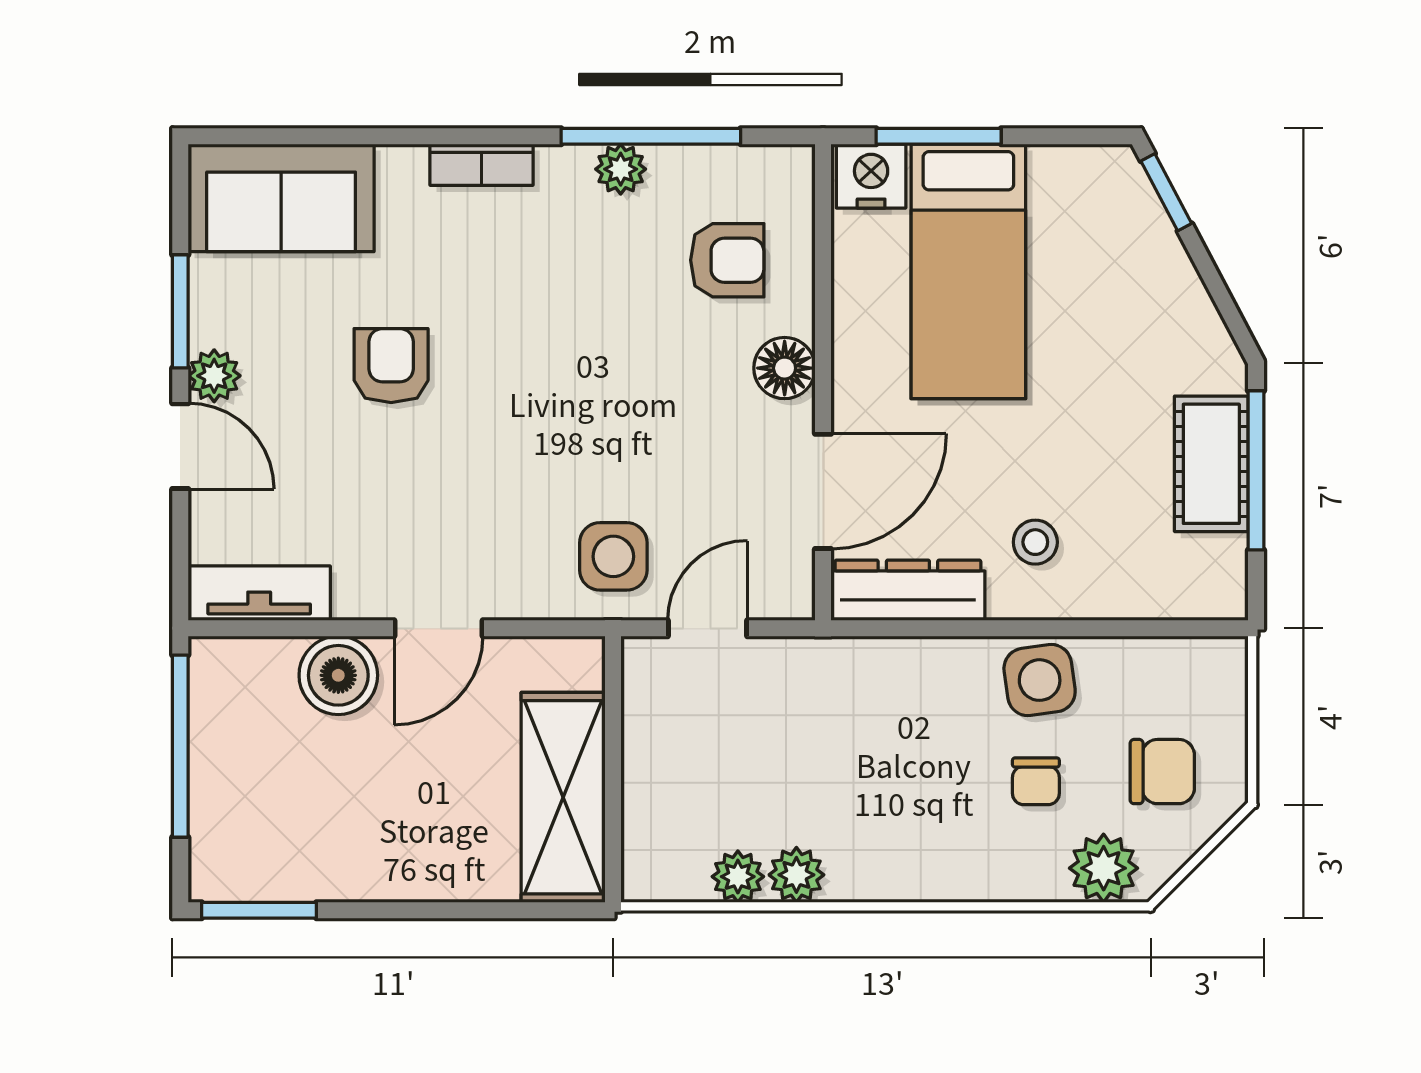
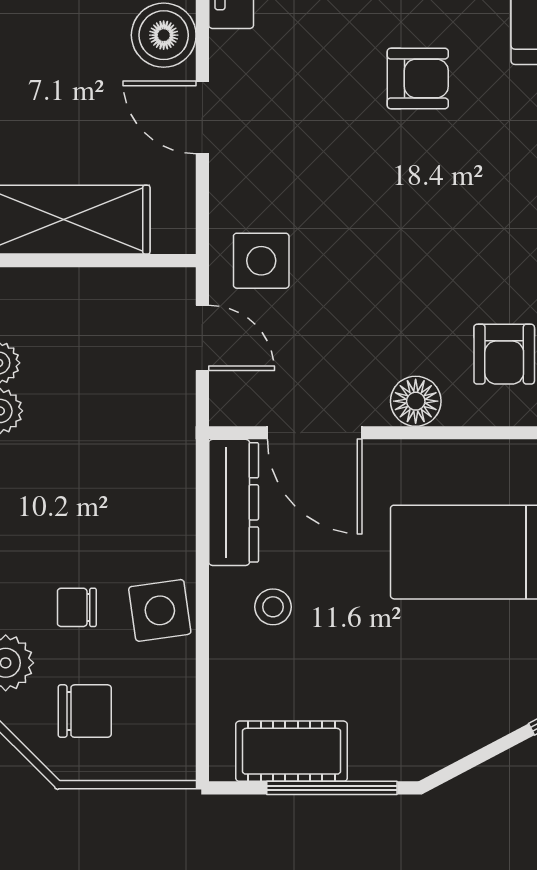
cot: (1211, 464) -> (292, 751), moved
chair: (1162, 772) -> (85, 711), turned -90

